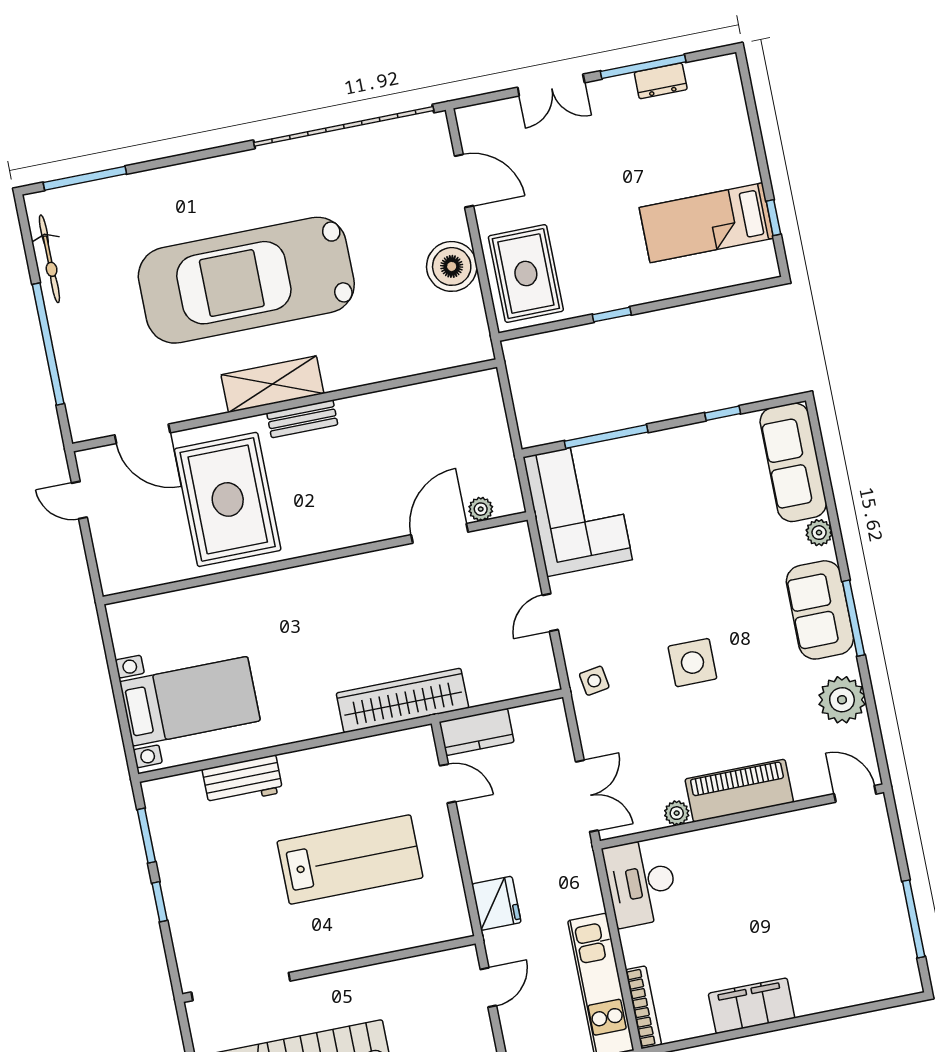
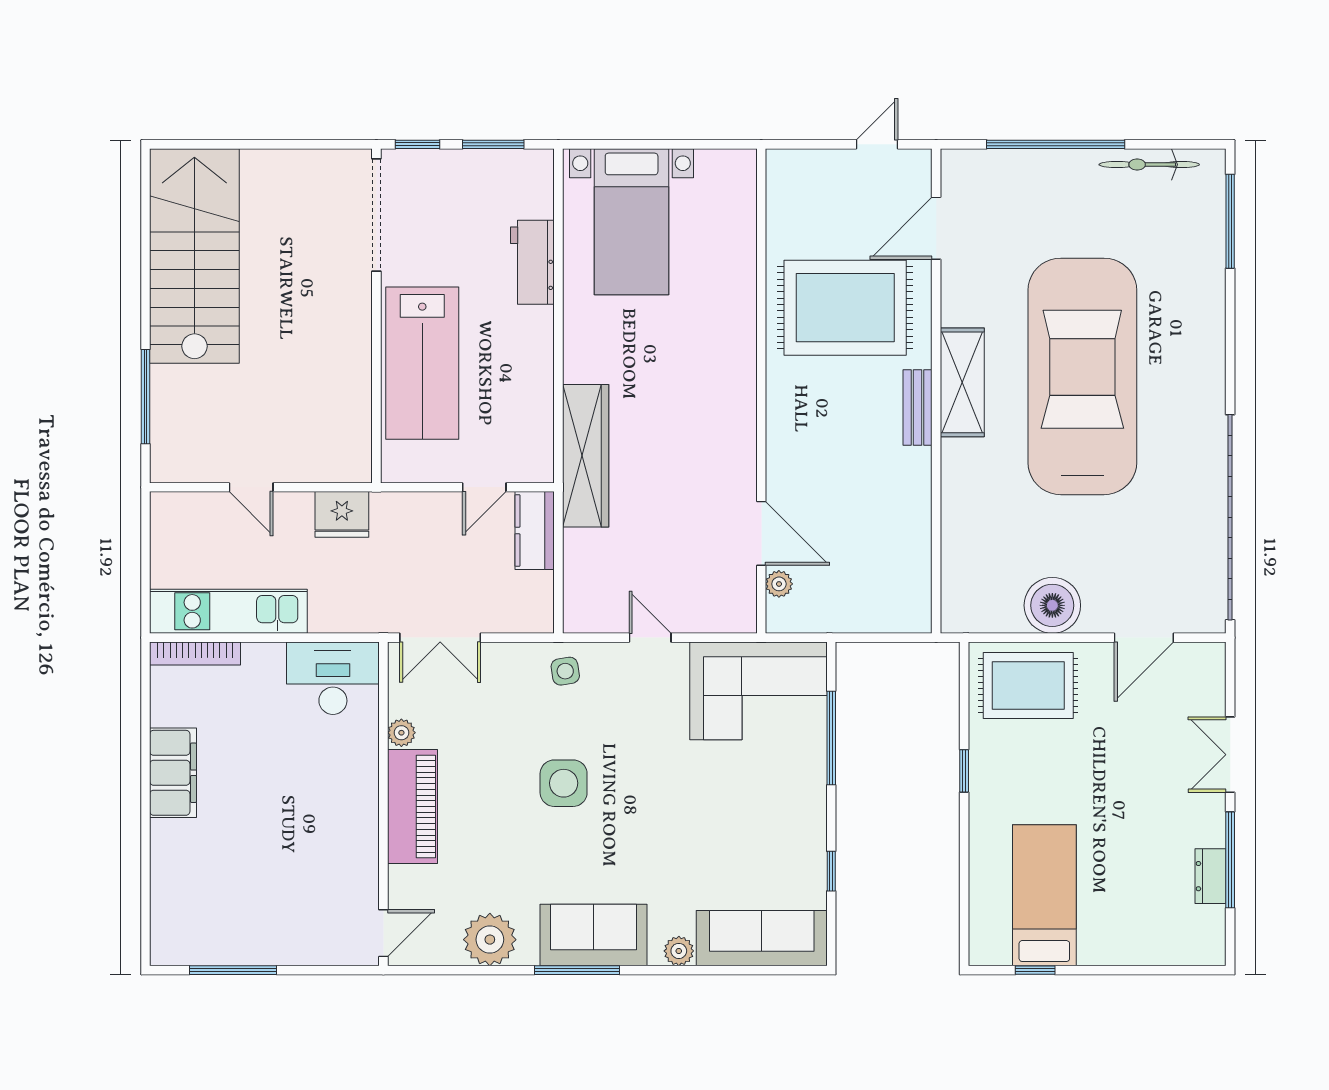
wall: (329, 969) -> (376, 316), moved
doorway: (241, 987) -> (376, 215), moved

